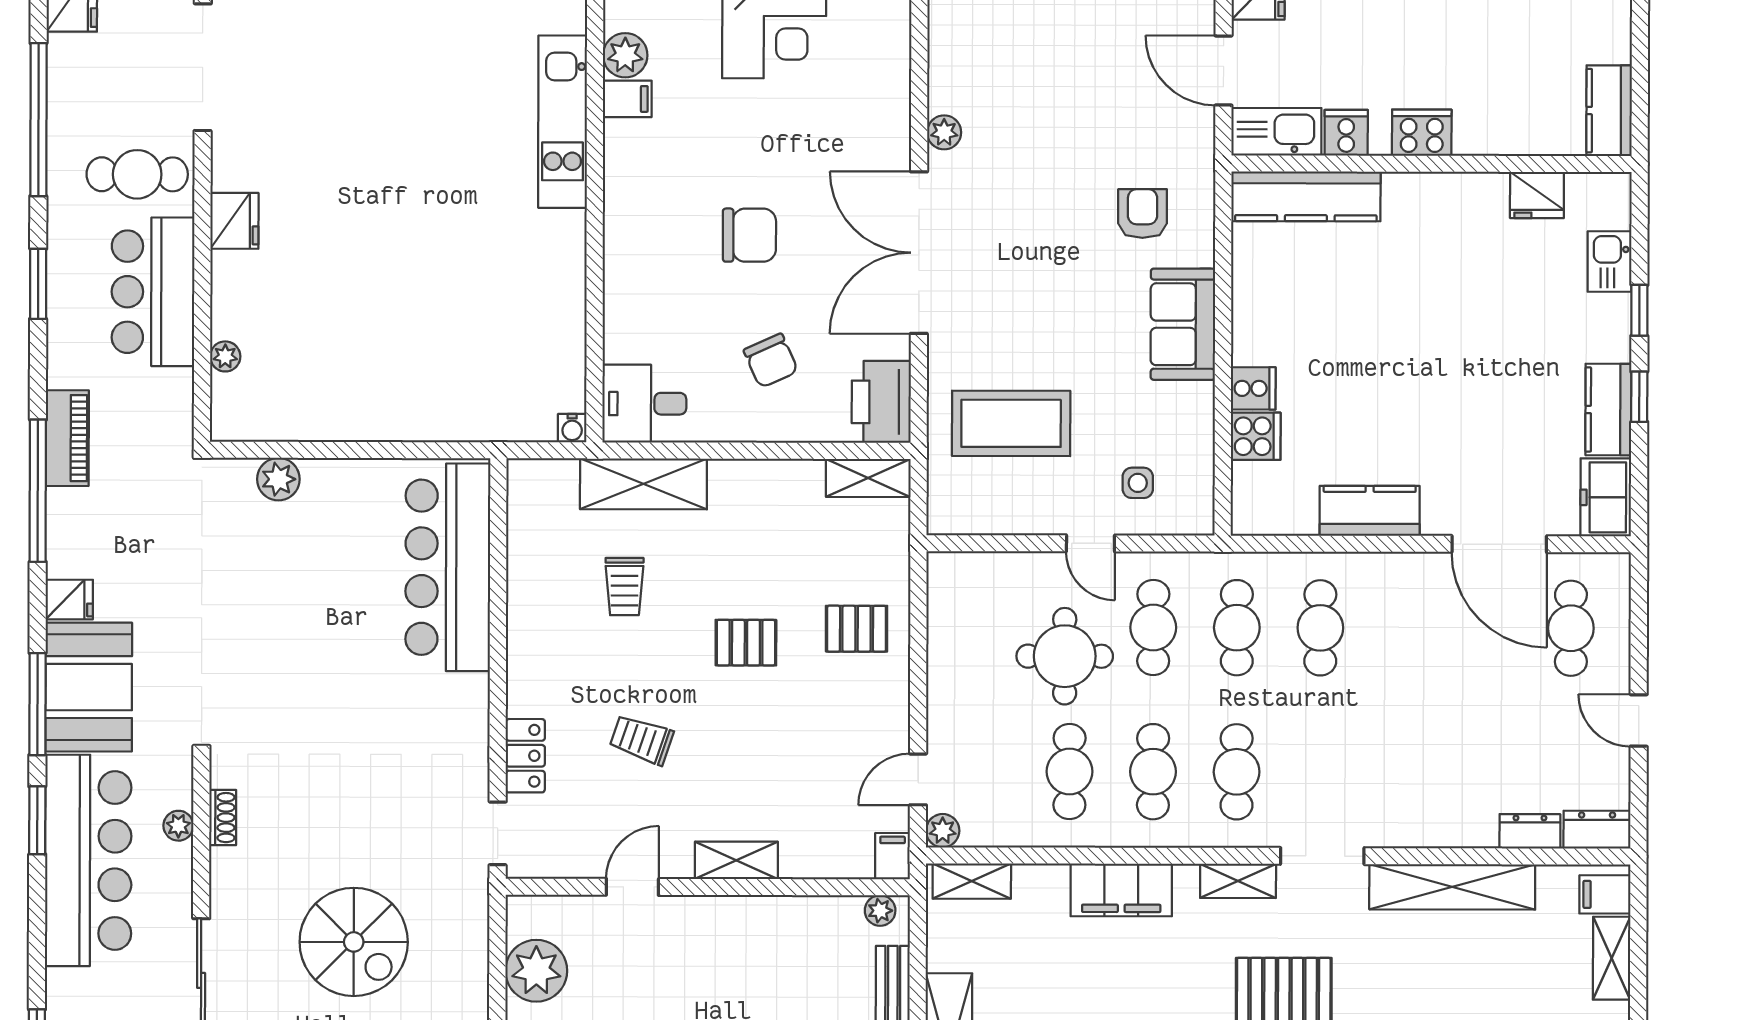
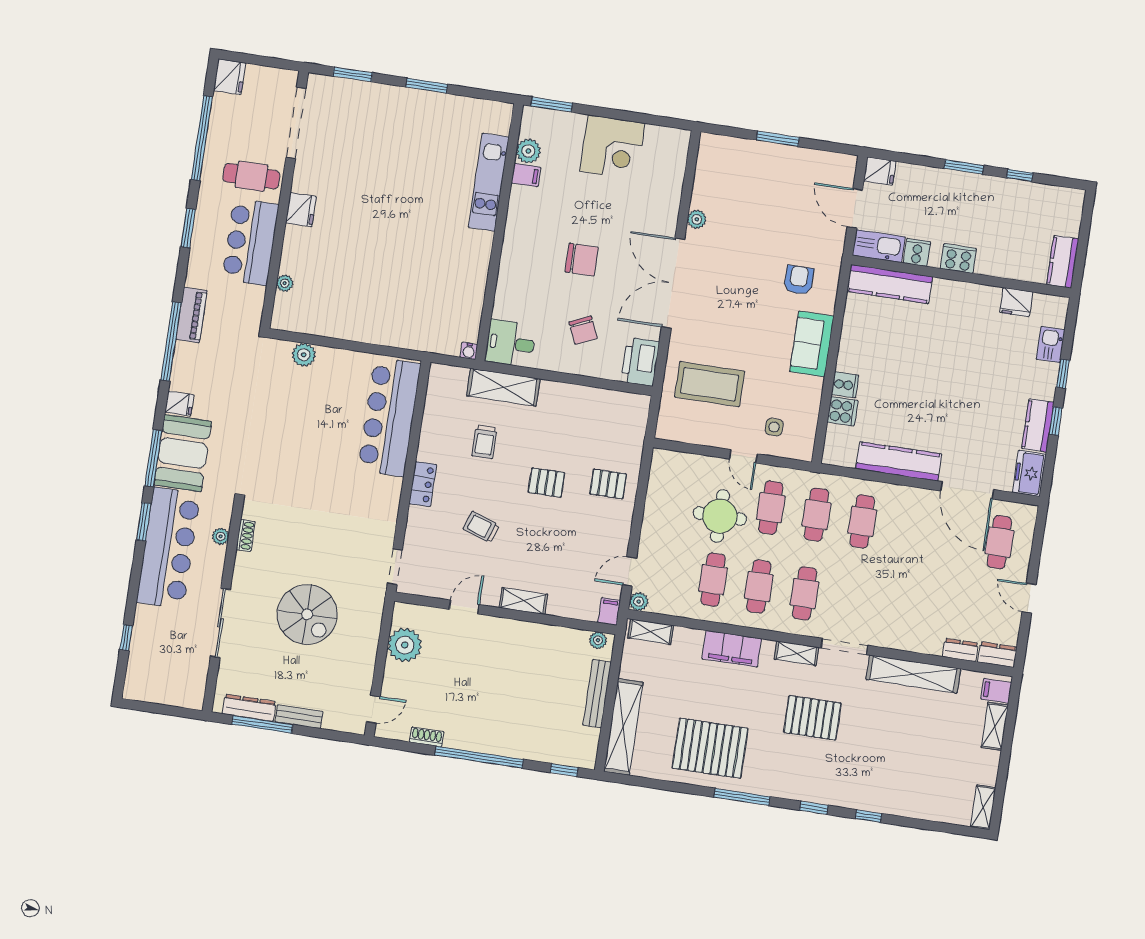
shelving: (868, 478) -> (627, 402), removed
kitchen counter: (1370, 511) -> (899, 461), width x1.50
locker: (525, 756) -> (423, 484), moved

